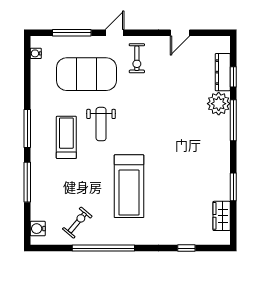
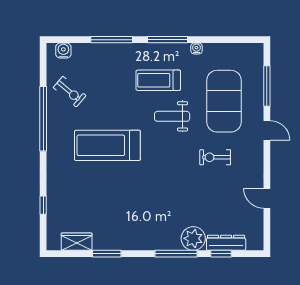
water cooler: (36, 53) -> (196, 48), moved
exercise bike: (137, 58) -> (215, 157), moved
treadmill: (66, 137) -> (158, 80), turned 180

